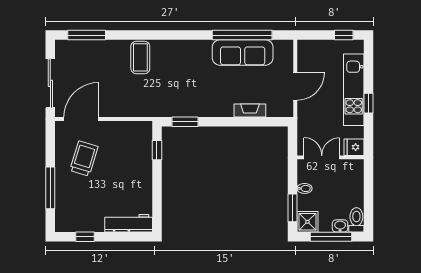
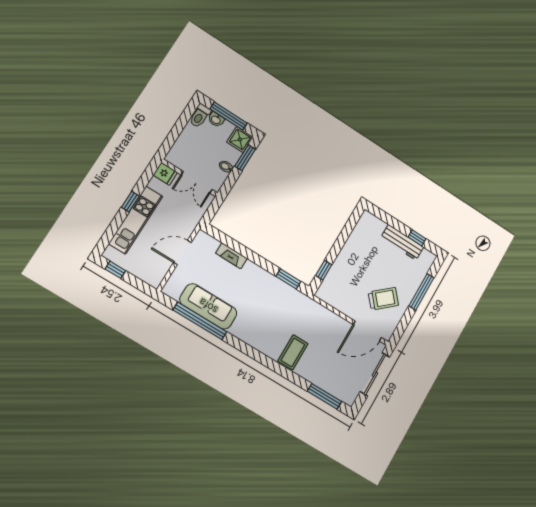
trolley: (84, 158) -> (383, 299), turned -148
workbench: (129, 223) -> (402, 242), moved

